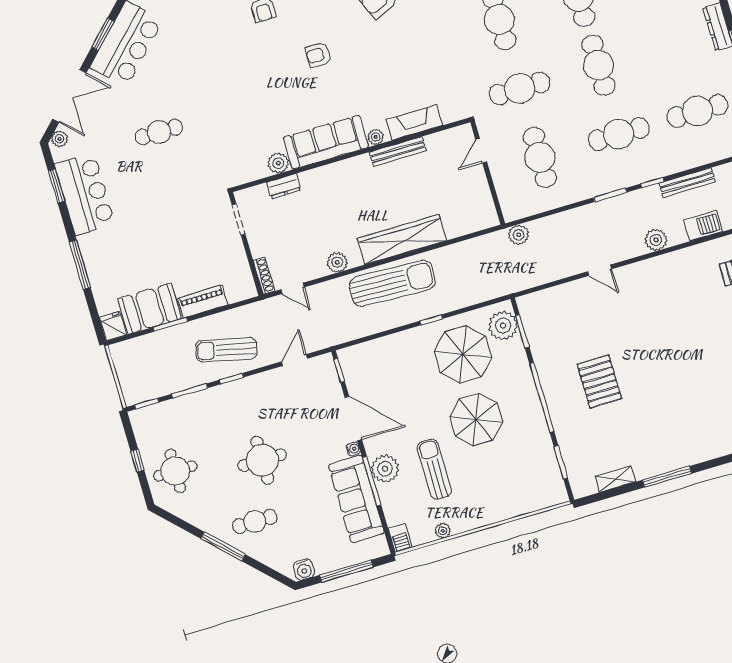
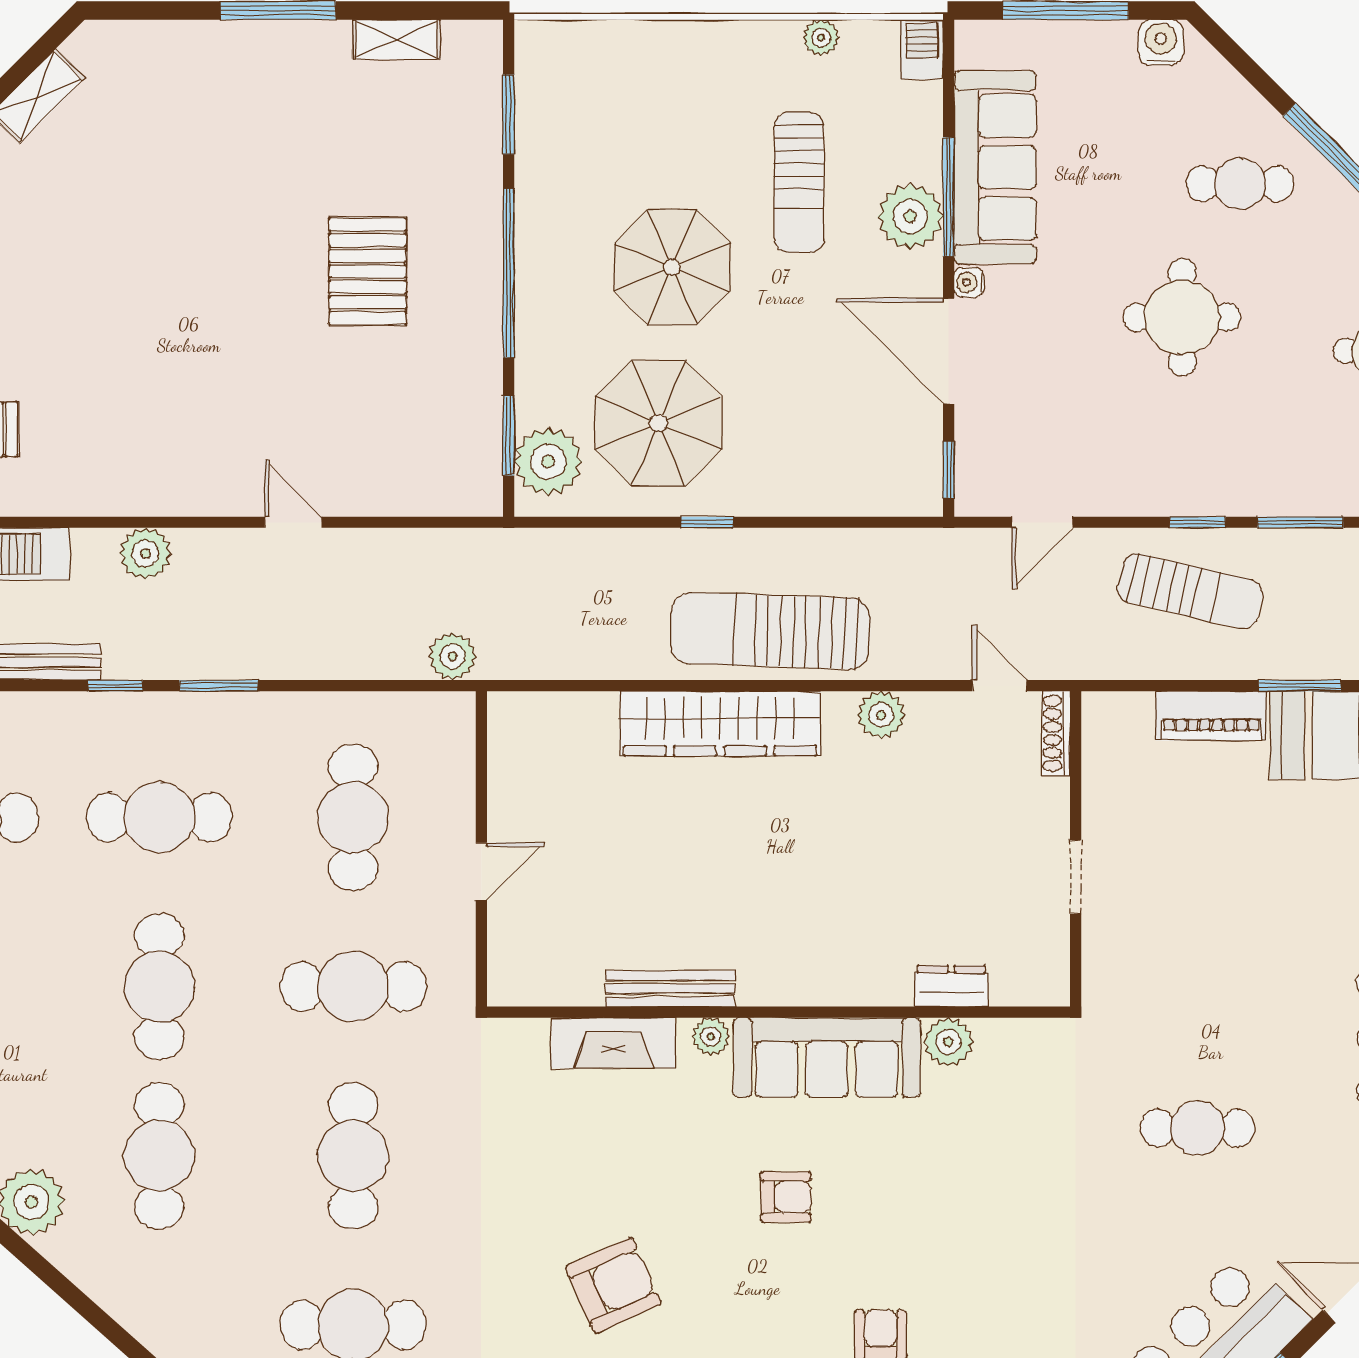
fireplace: (415, 122) -> (613, 1043), moved
plant: (376, 137) -> (711, 1036), moved
sofa: (326, 142) -> (827, 1057), moved
bench: (398, 151) -> (670, 989), moved
wall: (351, 155) -> (778, 1012), moved
plant: (278, 163) -> (948, 1042), moved
dresser: (284, 186) -> (951, 986), moved

